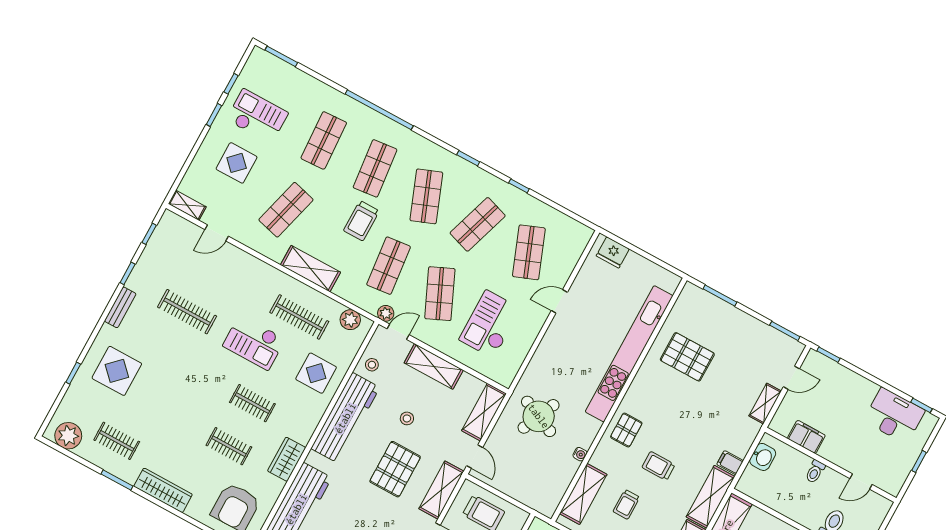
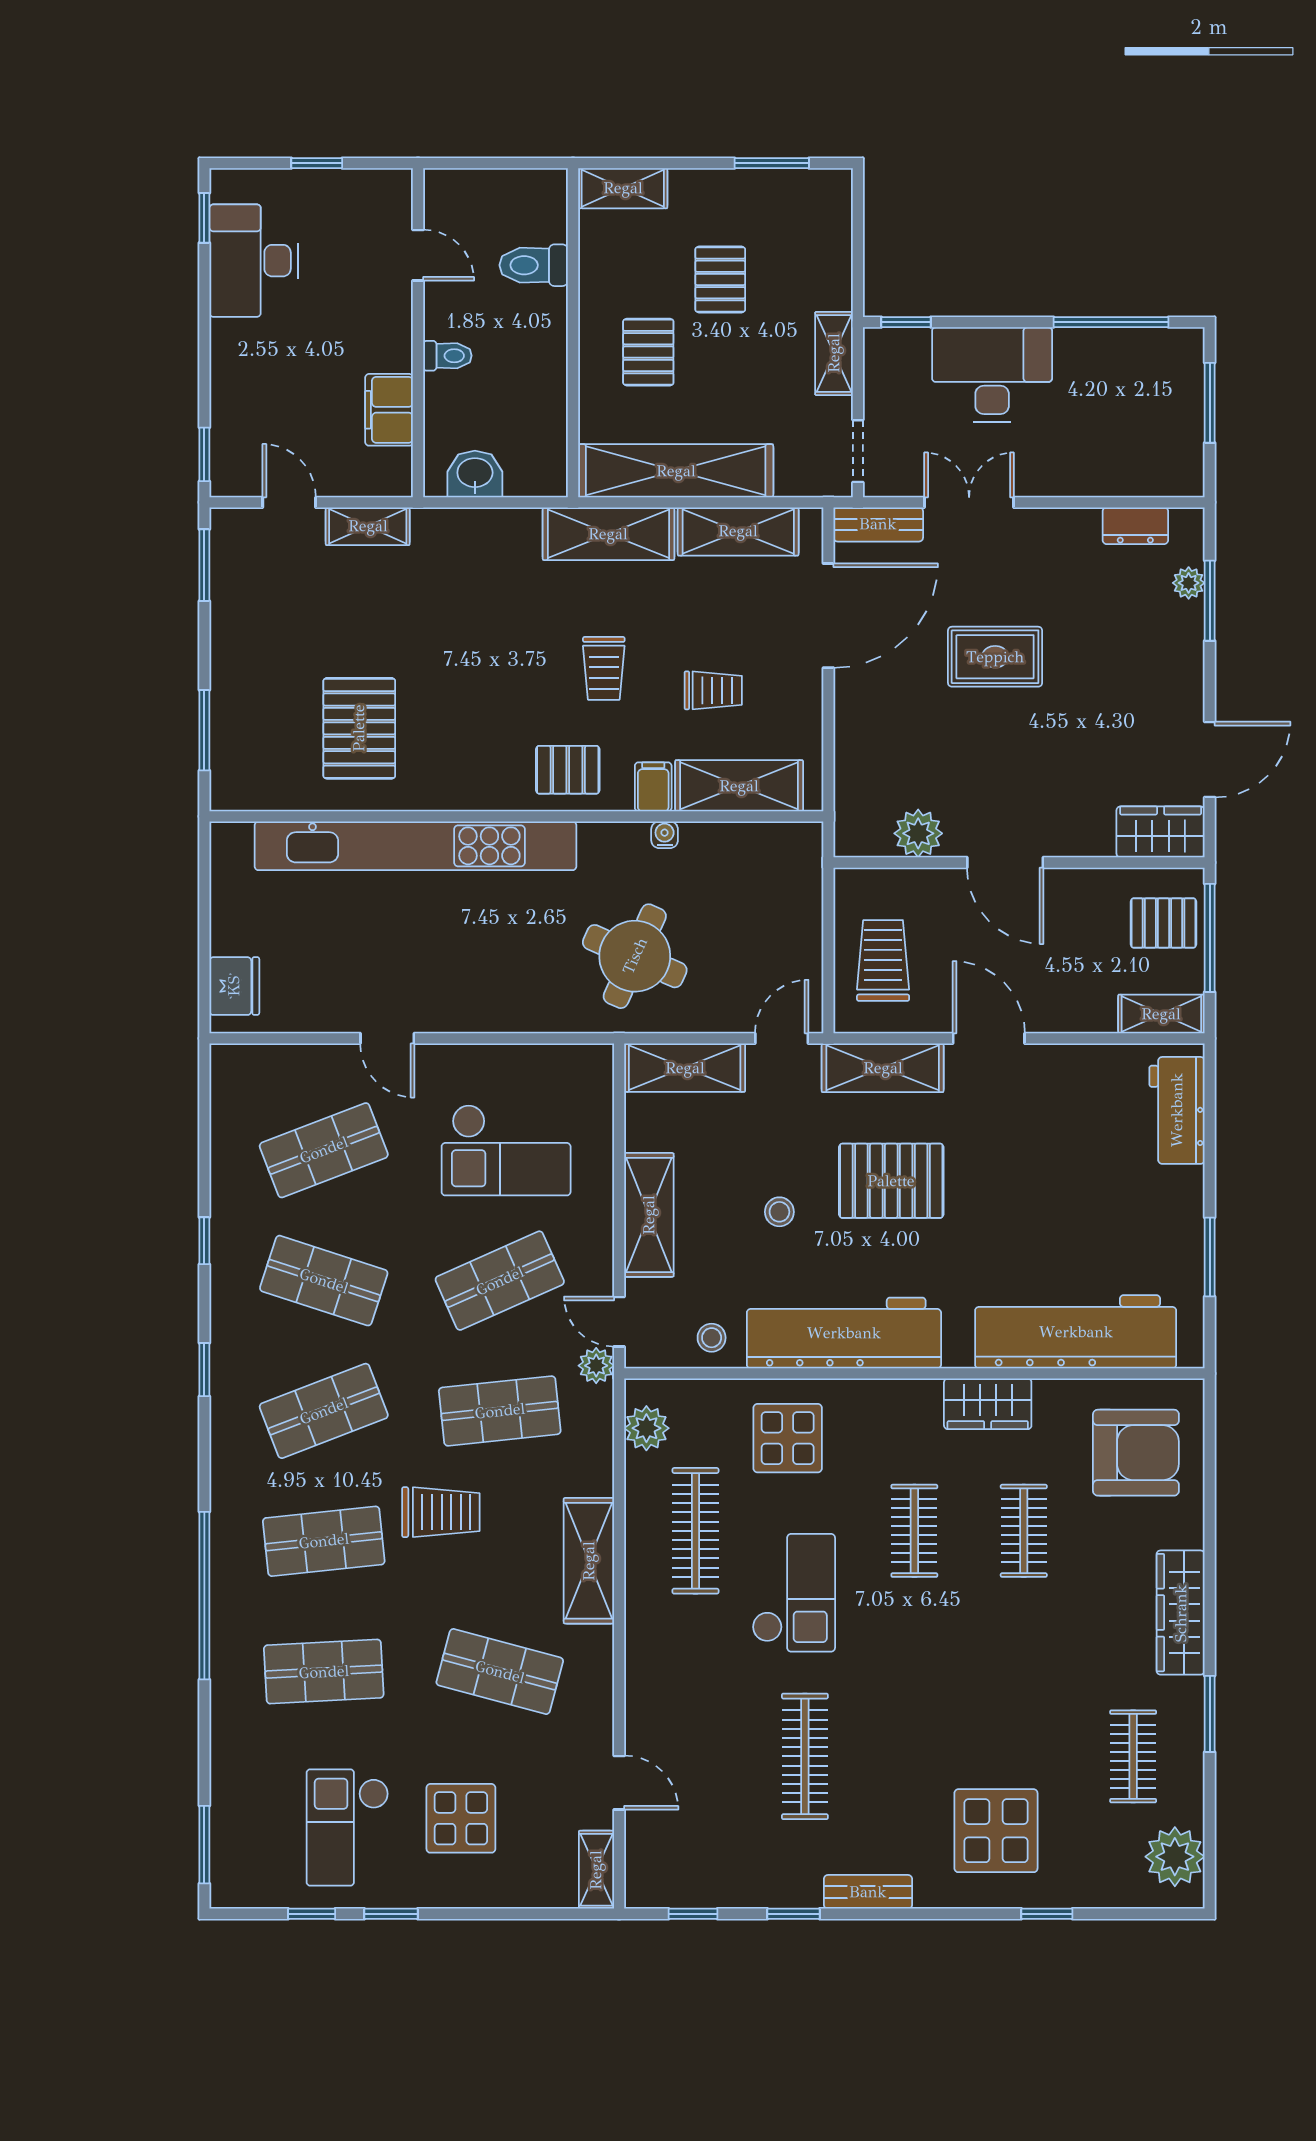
filing cabinet: (730, 463) -> (653, 787), moved, turned 180

